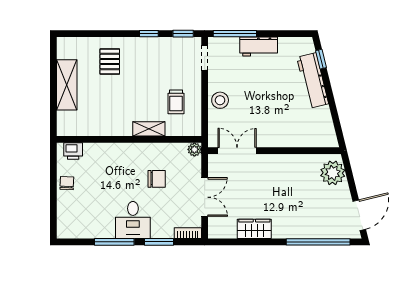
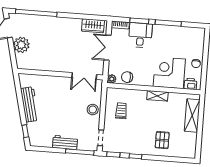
workbench: (313, 80) -> (30, 104), moved
shelving: (67, 85) -> (192, 116), moved
shelving: (149, 129) -> (157, 96), moved
corner desk: (107, 166) -> (169, 73), added
plant: (333, 173) -> (21, 45), moved
chair: (157, 179) -> (127, 77), moved
desk: (133, 220) -> (140, 35), moved
wardrobe: (254, 229) -> (93, 26), moved

